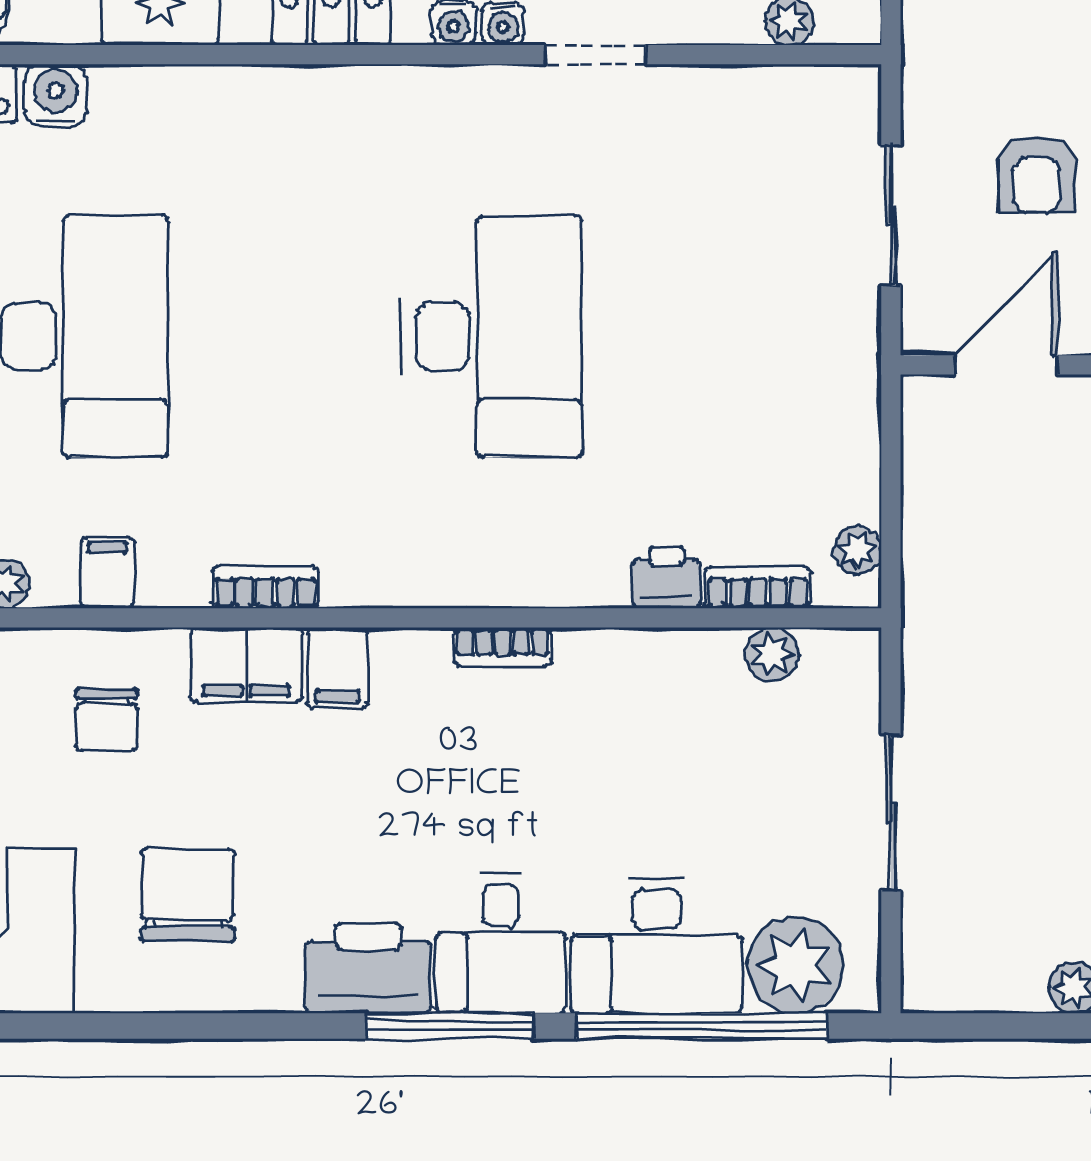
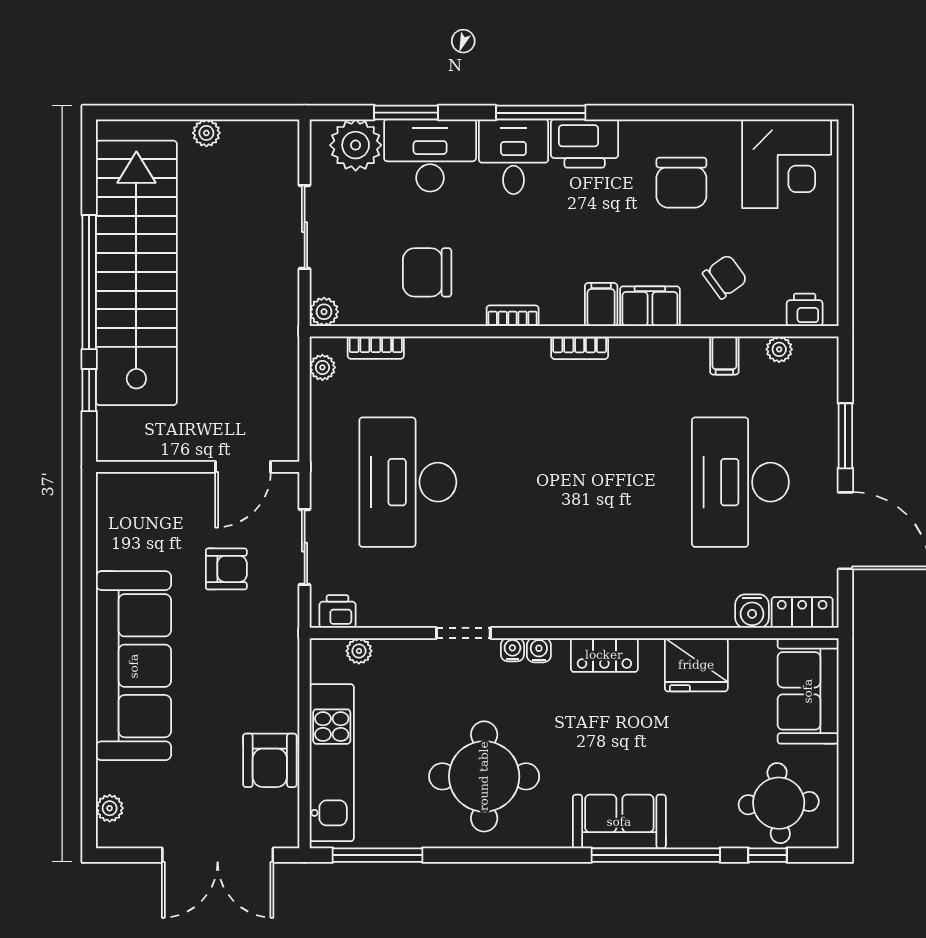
armchair: (1037, 174) -> (226, 569), turned 90
desk: (491, 336) -> (408, 482), moved
printer: (667, 578) -> (338, 612), moved, turned 180
bookcase: (265, 587) -> (580, 348), moved
plant: (772, 654) -> (324, 312), moved
chair: (106, 720) -> (725, 277), turned 54
chair: (662, 728) -> (427, 272), added
window: (701, 1026) -> (406, 113), width x0.47

